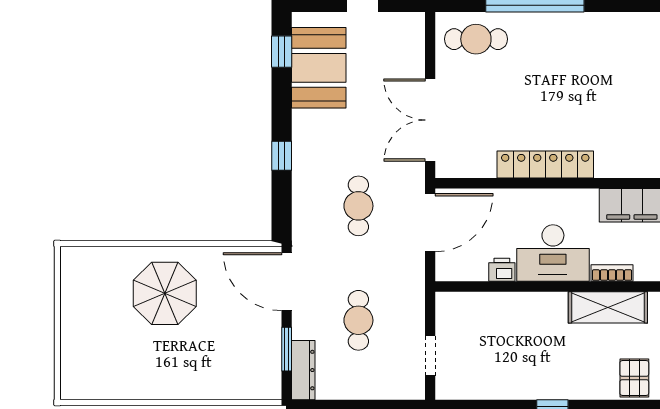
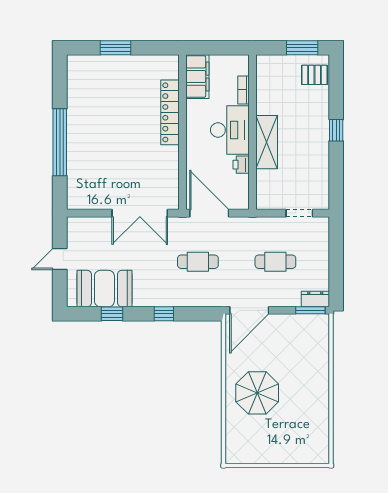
cafe table: (476, 39) -> (85, 182), removed
window: (282, 52) -> (112, 314), moved
locker: (545, 165) -> (170, 112), moved
shelving: (608, 307) -> (267, 142), moved
window: (287, 349) -> (310, 310), moved
dresser: (303, 370) -> (315, 299), width x0.70

